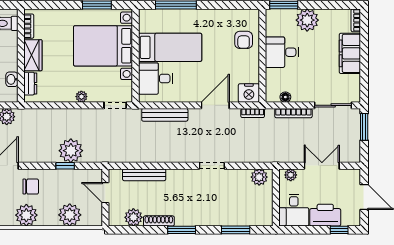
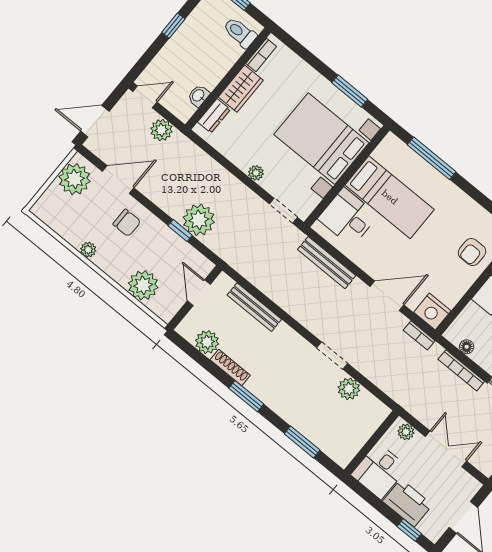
plant: (259, 177) -> (349, 389), moved
plant: (26, 215) -> (88, 250), width x0.53, depth x0.53

